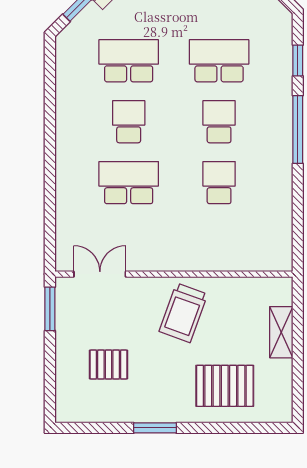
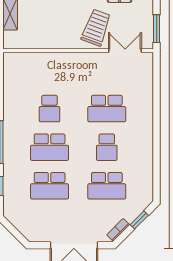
school desk: (219, 122) -> (50, 147), width x1.85
double door: (100, 274) -> (125, 51), swing flipped
trolley: (183, 313) -> (96, 27), moved

